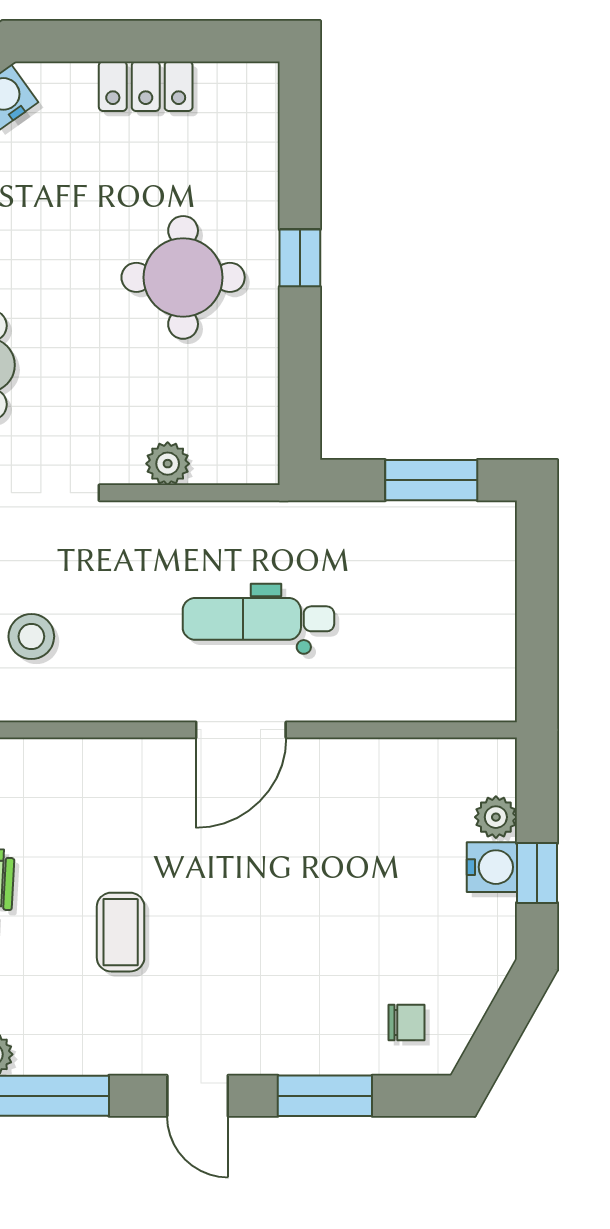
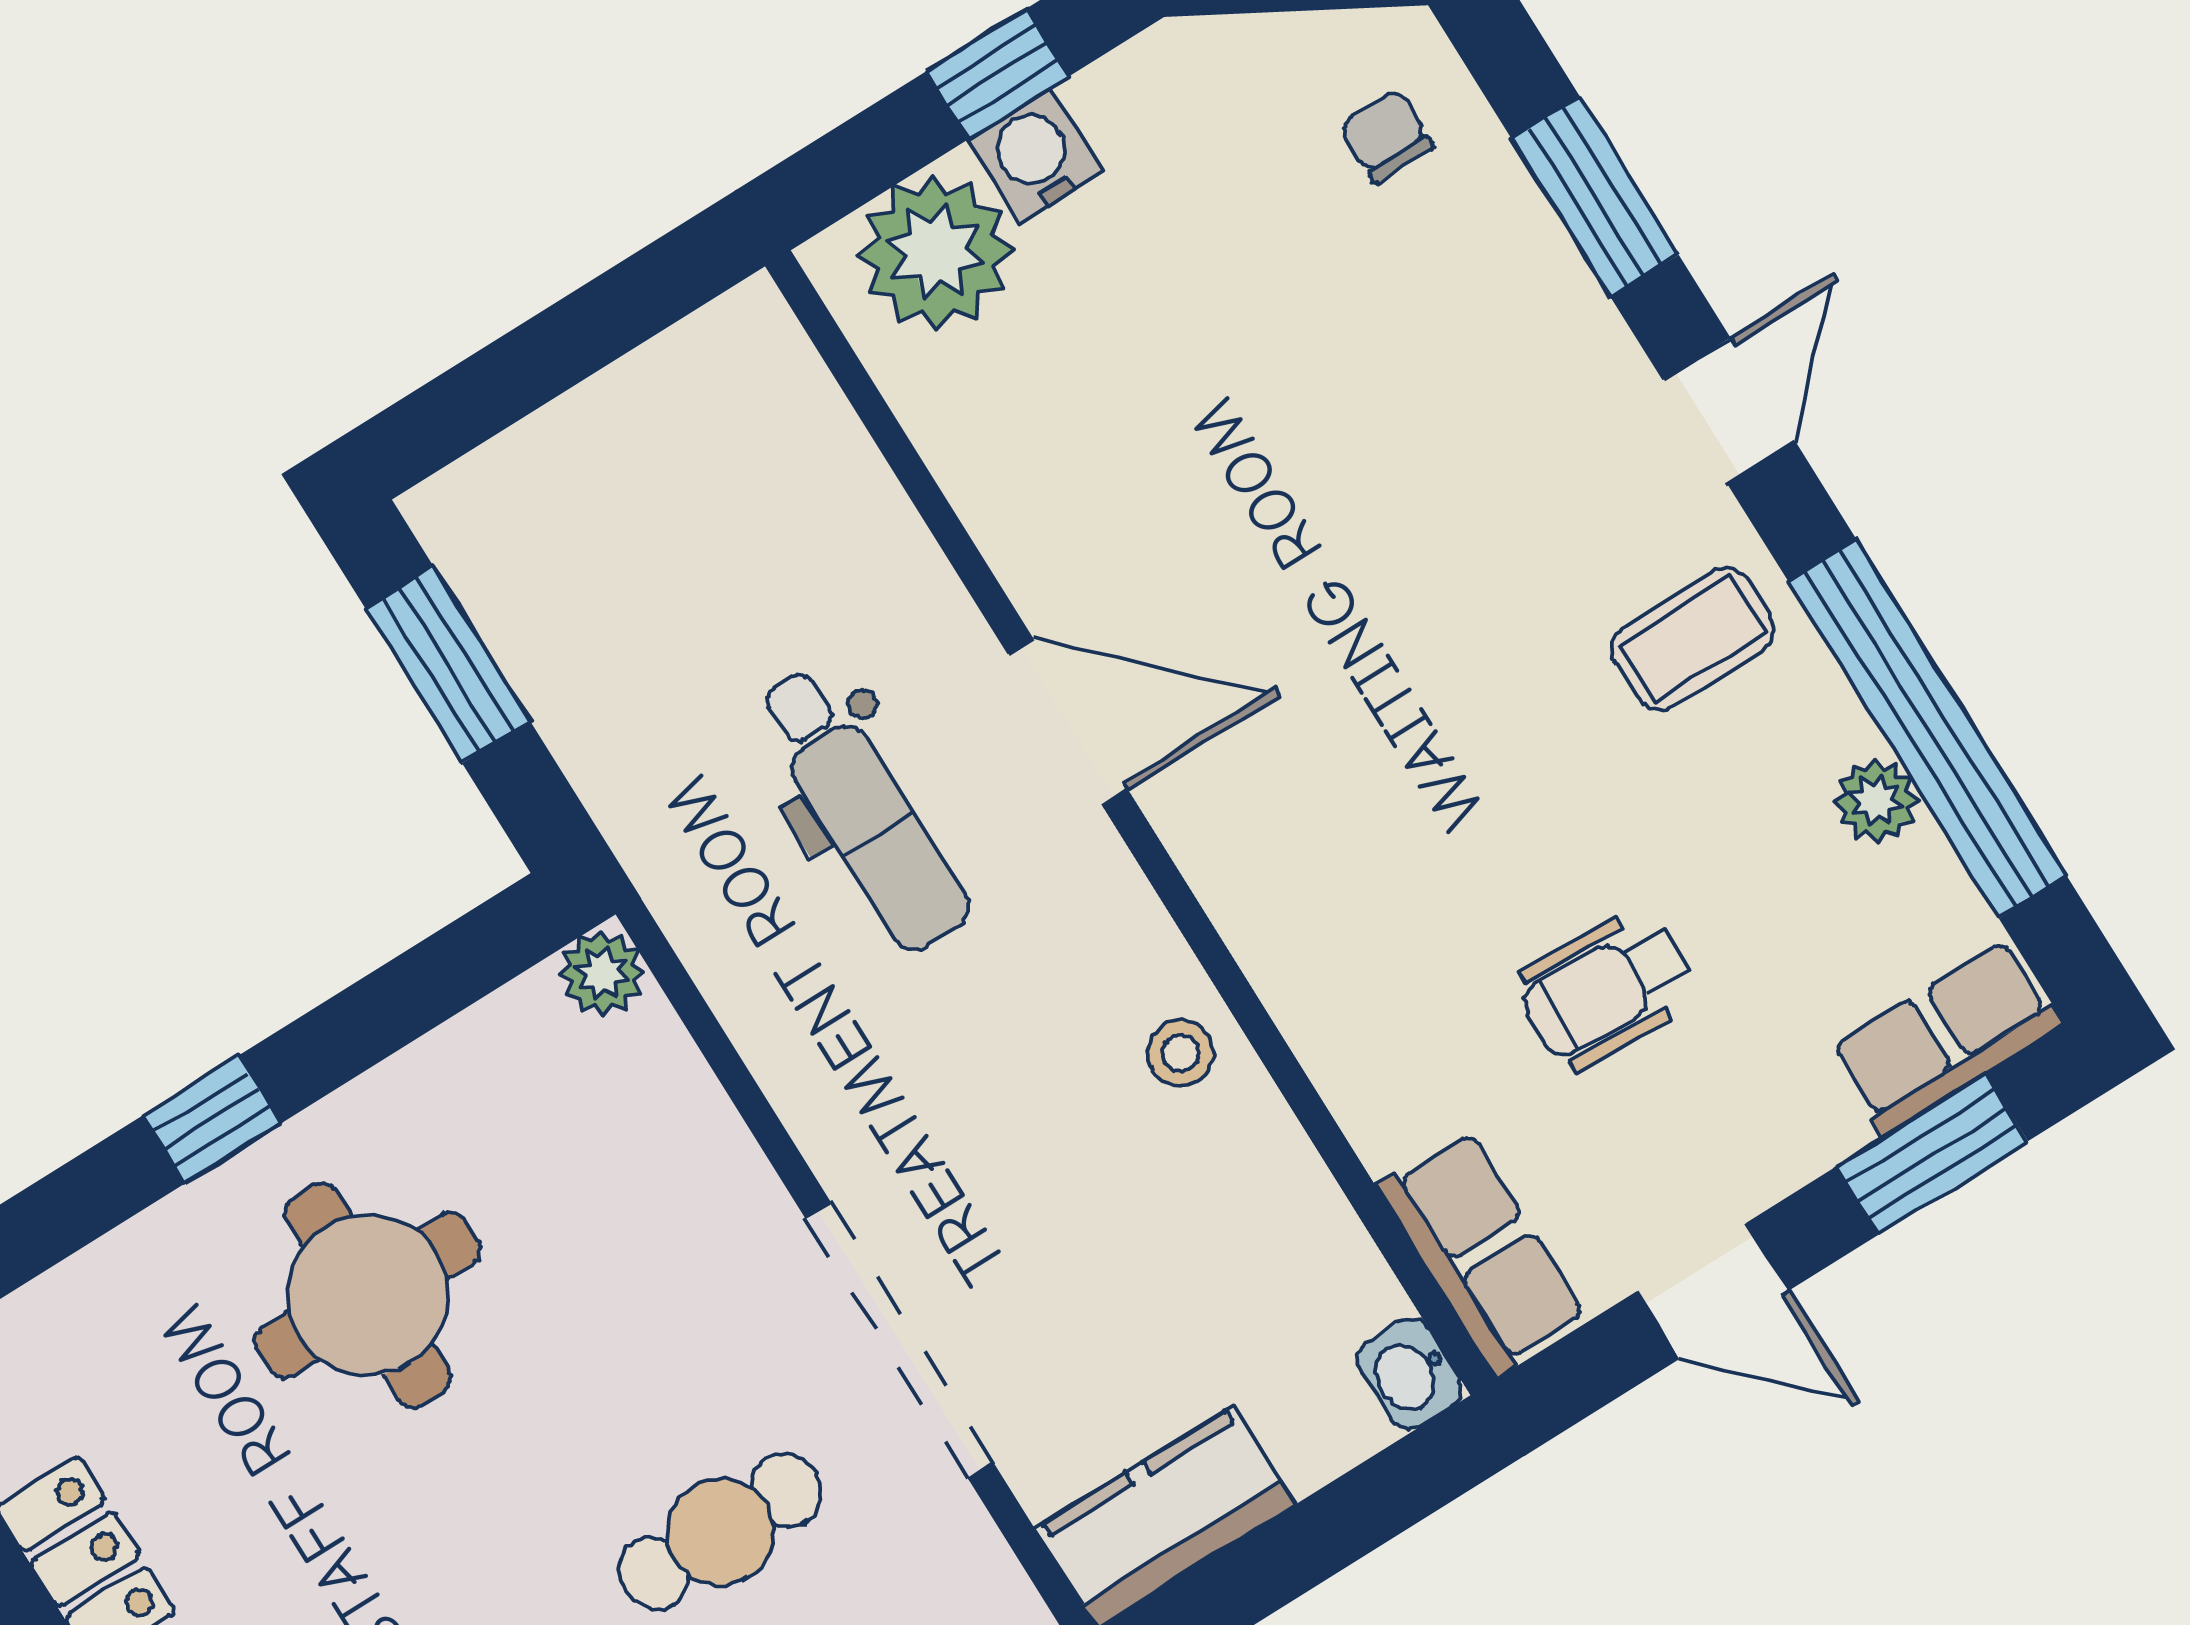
plant: (168, 464) -> (602, 973), moved
stool: (31, 636) -> (1181, 1053), moved, width x0.73, depth x0.73
plant: (496, 817) -> (935, 252), width x1.88, depth x1.88
coffee table: (121, 932) -> (1693, 639), moved

